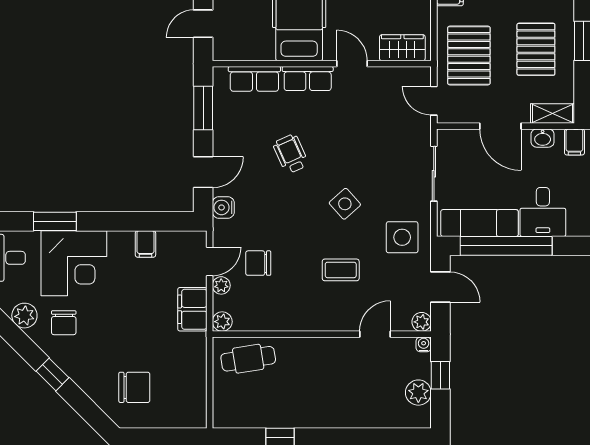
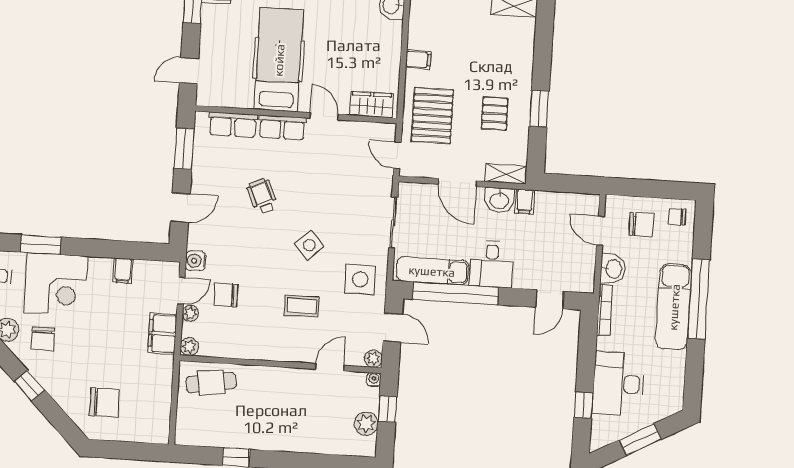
pallet: (536, 49) -> (495, 114), width x0.67, depth x0.71
washbasin: (543, 138) -> (499, 200), width x1.38, depth x1.45
water cooler: (223, 207) -> (196, 261), moved

